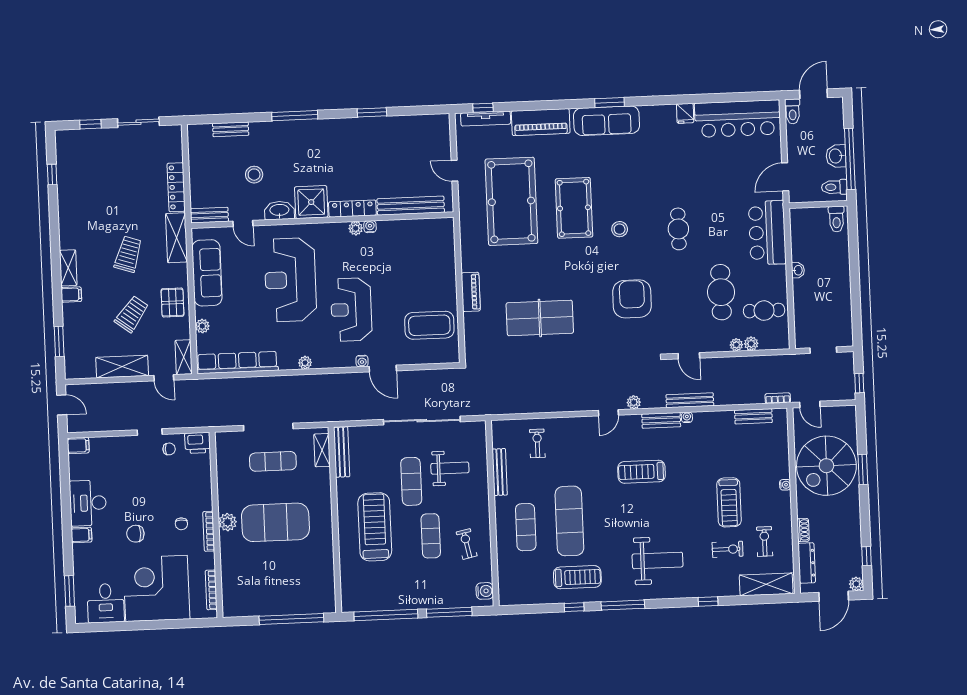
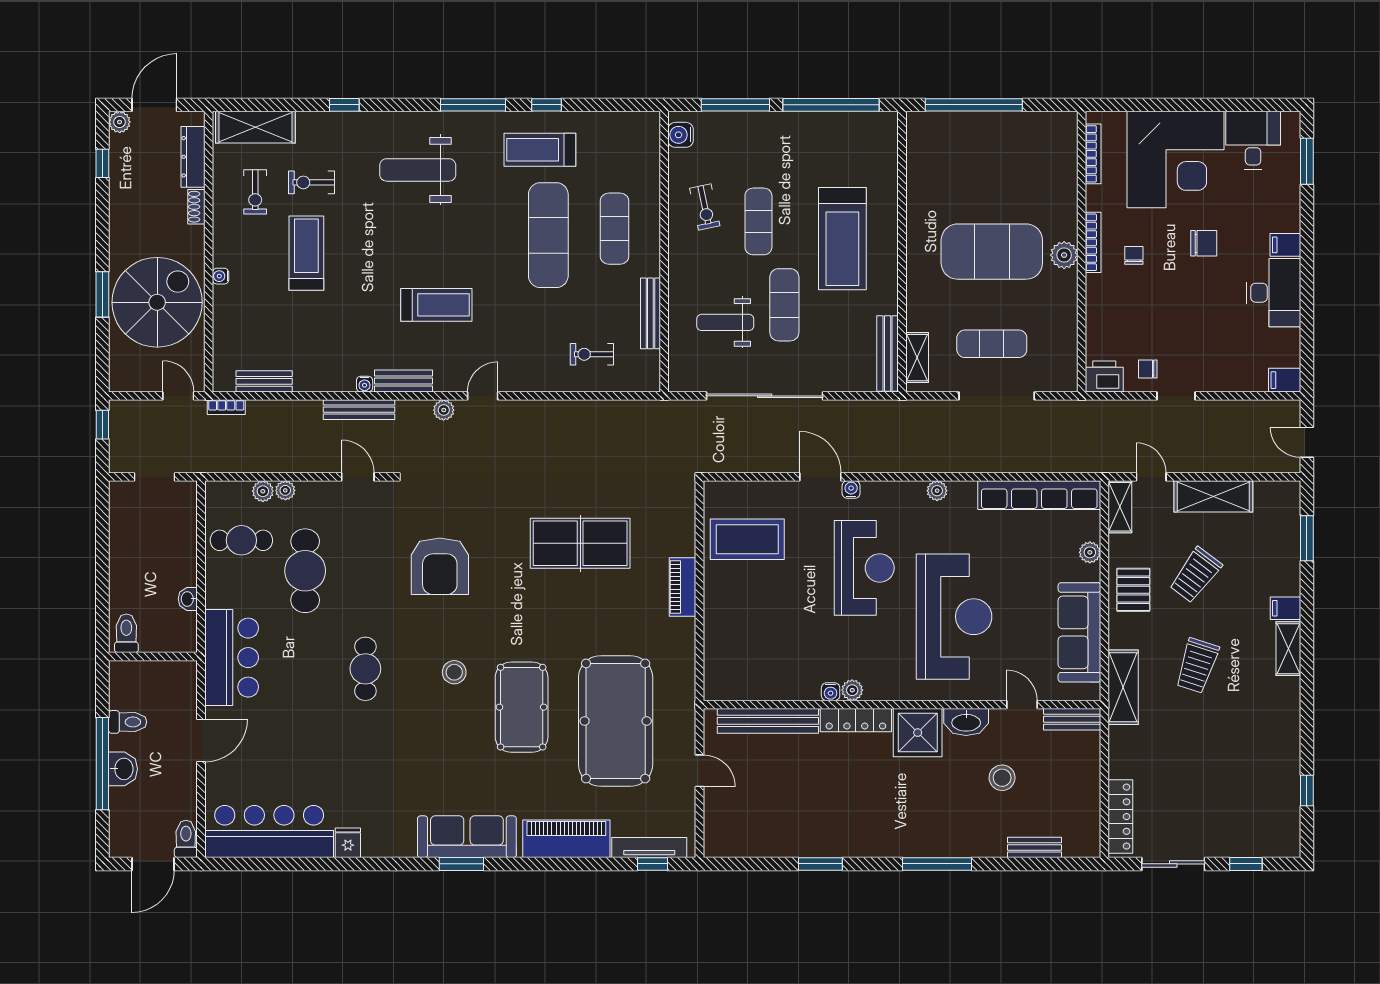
locker: (176, 187) -> (1120, 817), moved
wall: (818, 204) -> (153, 656), moved
toilet: (836, 219) -> (126, 633), moved
exercise bike: (537, 443) -> (592, 354), turned 90

